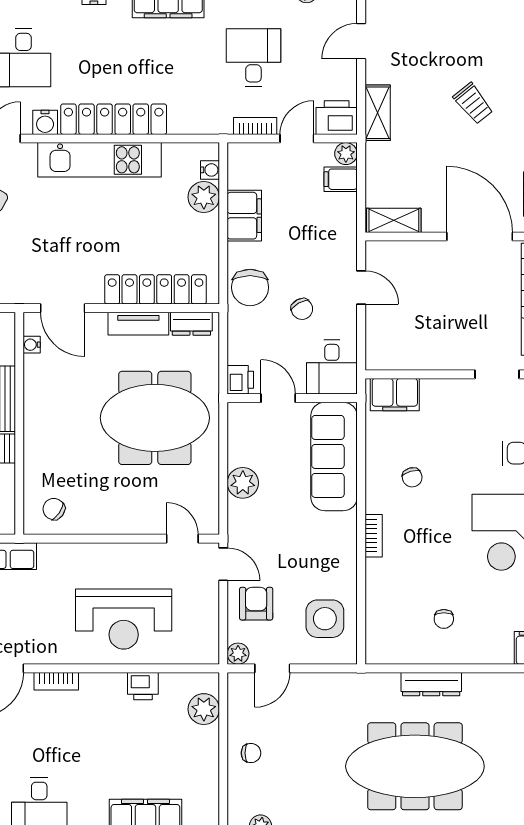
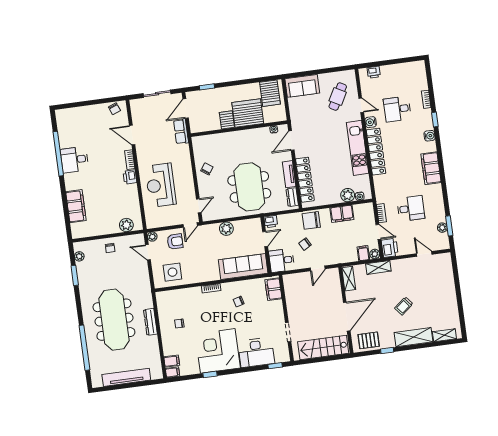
shelving: (378, 113) -> (378, 267), moved
chair: (54, 509) -> (207, 169), moved
printer: (143, 686) -> (130, 177), moved

